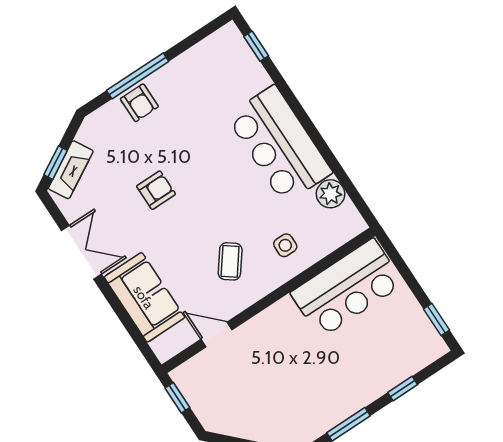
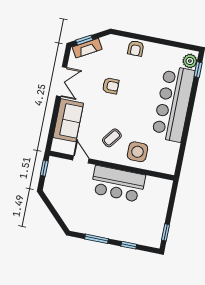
window: (138, 76) -> (145, 38), removed
bar counter: (279, 144) -> (173, 104), width x1.36
plant: (331, 194) -> (190, 61), moved
side table: (285, 245) -> (137, 152), width x1.87, depth x1.87
bar counter: (347, 288) -> (118, 184), moved

